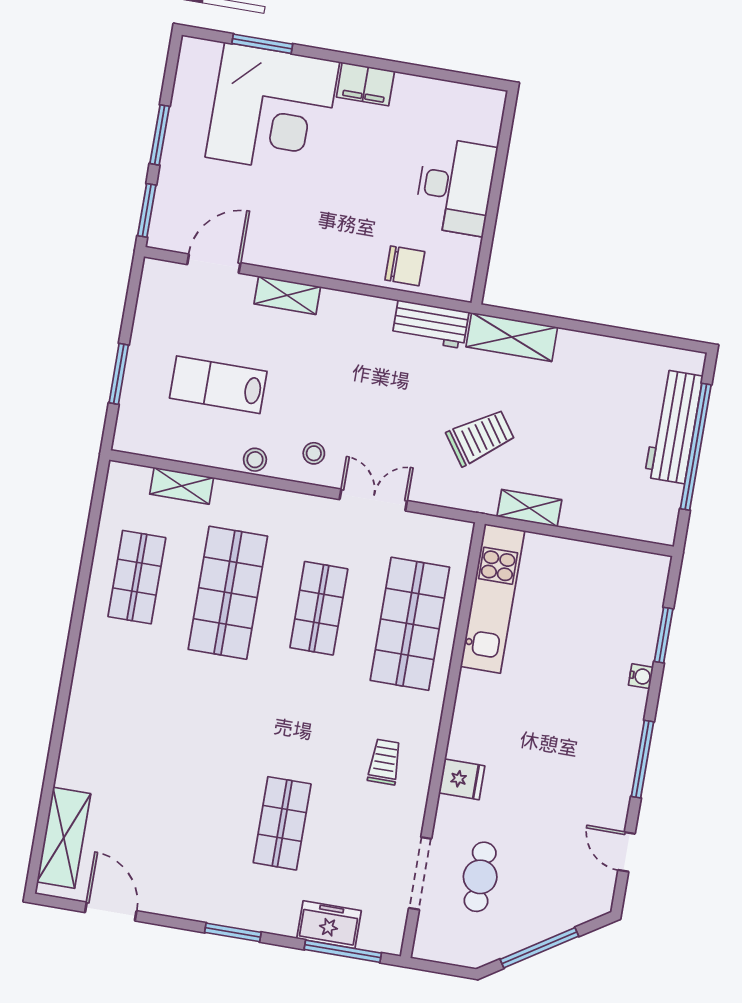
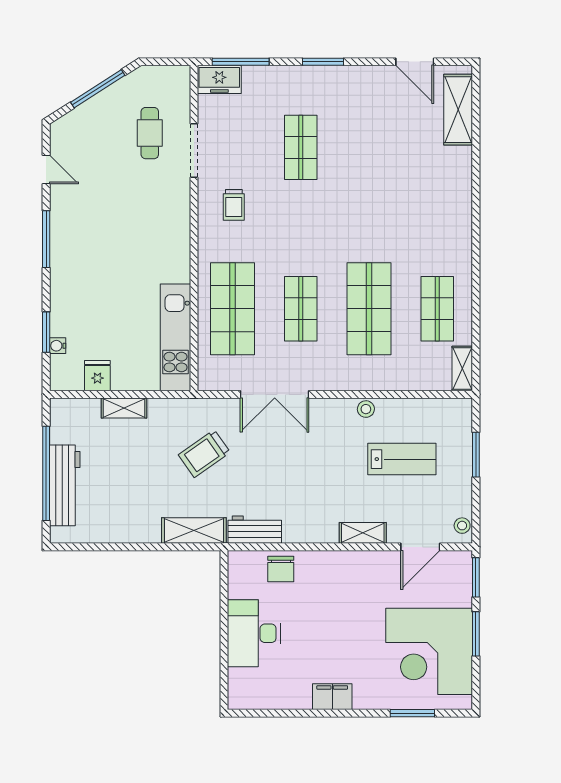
corner desk: (272, 109) -> (429, 651), moved, turned -90
chair: (405, 266) -> (281, 569), turned -90
stool: (314, 453) -> (462, 526), moved
shelving: (182, 486) -> (462, 369), moved, turned 90
double door: (373, 500) -> (275, 394), width x1.37
shelving: (529, 508) -> (124, 408), moved
water cooler: (641, 676) -> (58, 346), moved
fridge: (462, 779) -> (97, 376), moved, turned 90
doorway: (420, 873) -> (194, 150), moved
freezer: (329, 925) -> (219, 79), moved

